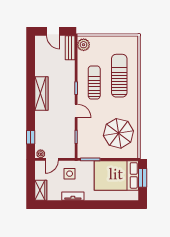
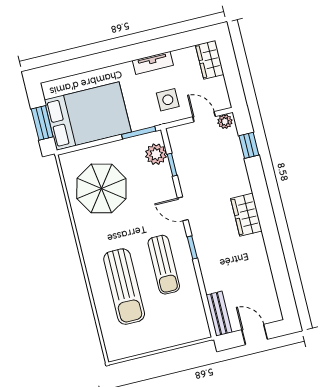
plant: (84, 45) -> (156, 154), moved
wardrobe: (41, 93) -> (246, 215), width x0.67
door: (52, 159) -> (204, 117), hinge flipped

